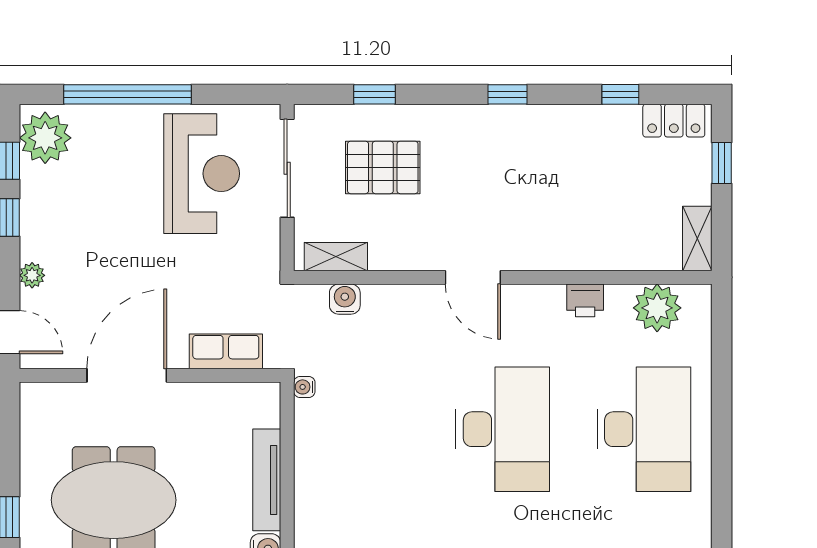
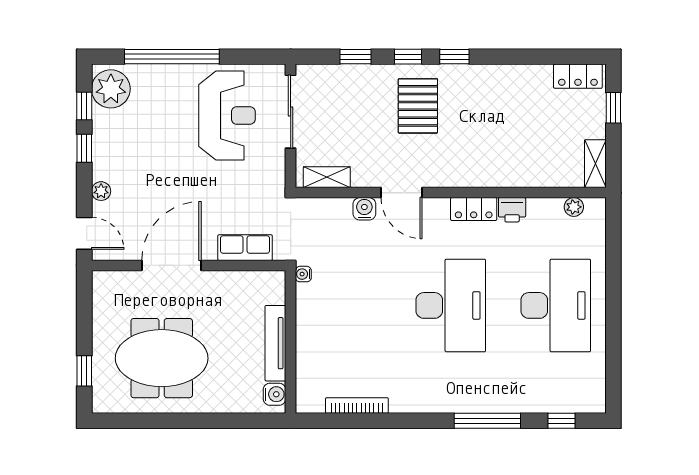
window: (620, 94) -> (408, 57), moved
pallet: (383, 167) -> (418, 106), moved, turned 90
door: (473, 277) -> (402, 193), moved
water cooler: (345, 299) -> (364, 209), moved
locker: (533, 299) -> (474, 209), added
plant: (657, 308) -> (574, 207), width x0.53, depth x0.53

